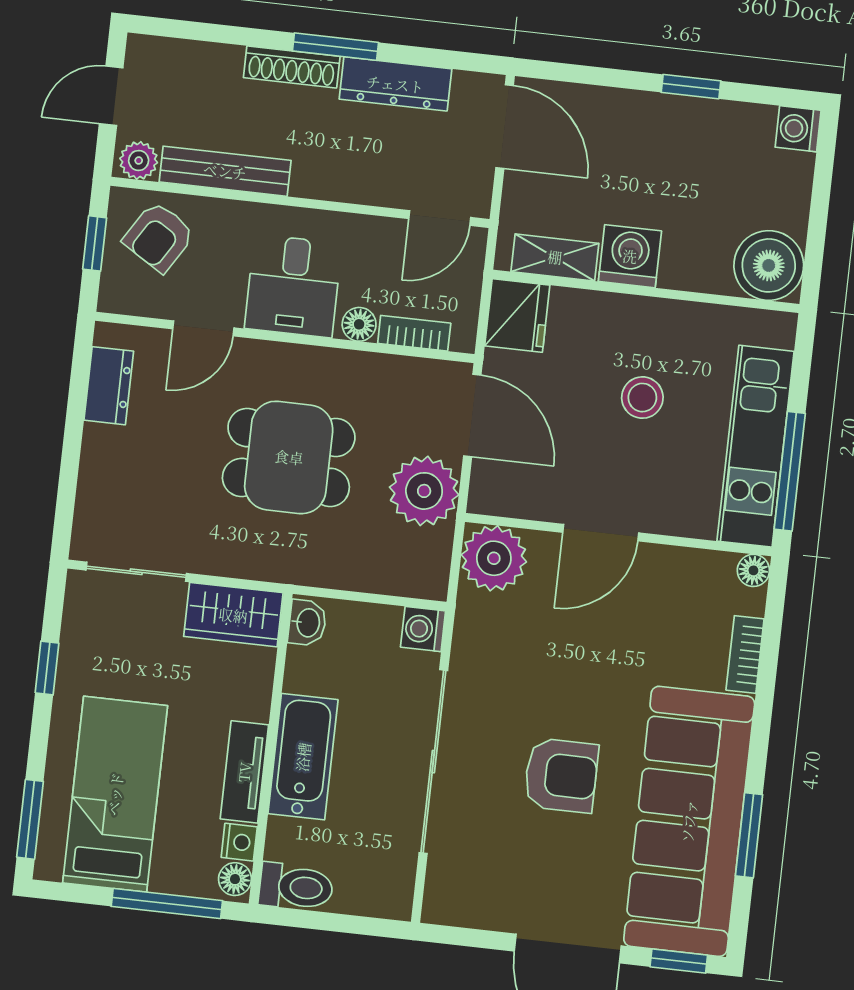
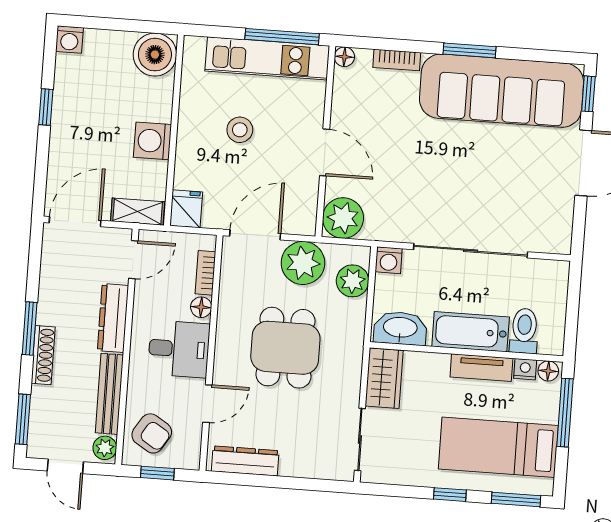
window: (190, 30) -> (23, 419), added
dresser: (395, 84) -> (113, 318), moved, turned 180
door: (440, 218) -> (133, 260), hinge flipped
shelving: (555, 257) -> (138, 212), moved, turned 90
fridge: (517, 315) -> (186, 209), width x0.72
door: (203, 328) -> (207, 404), hinge flipped
dresser: (109, 386) -> (245, 461), width x1.44
plant: (392, 570) -> (353, 281), added
washbasin: (307, 623) -> (400, 328), width x1.91, depth x1.45
window: (47, 668) -> (450, 495), moved
armchair: (561, 775) -> (476, 171), removed
window: (749, 835) -> (469, 50), moved
toilet: (296, 887) -> (524, 331), moved

